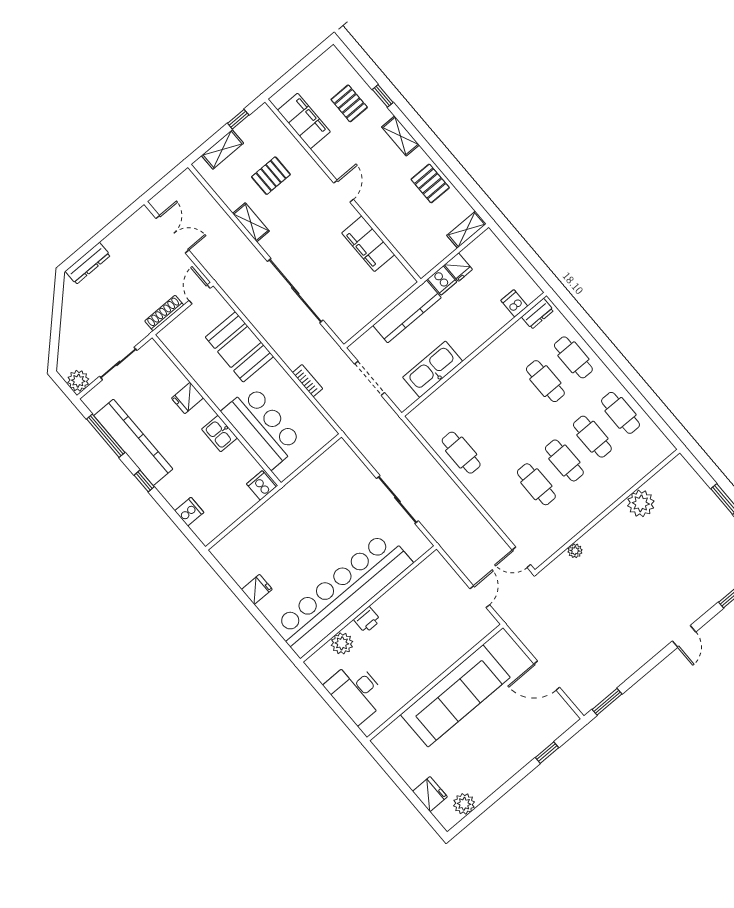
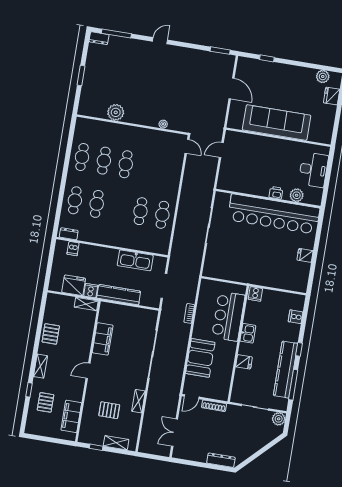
shelving: (466, 230) -> (86, 304), moved
fridge: (458, 267) -> (74, 285), width x1.88, depth x1.34
cafe table: (536, 484) -> (140, 211), moved

